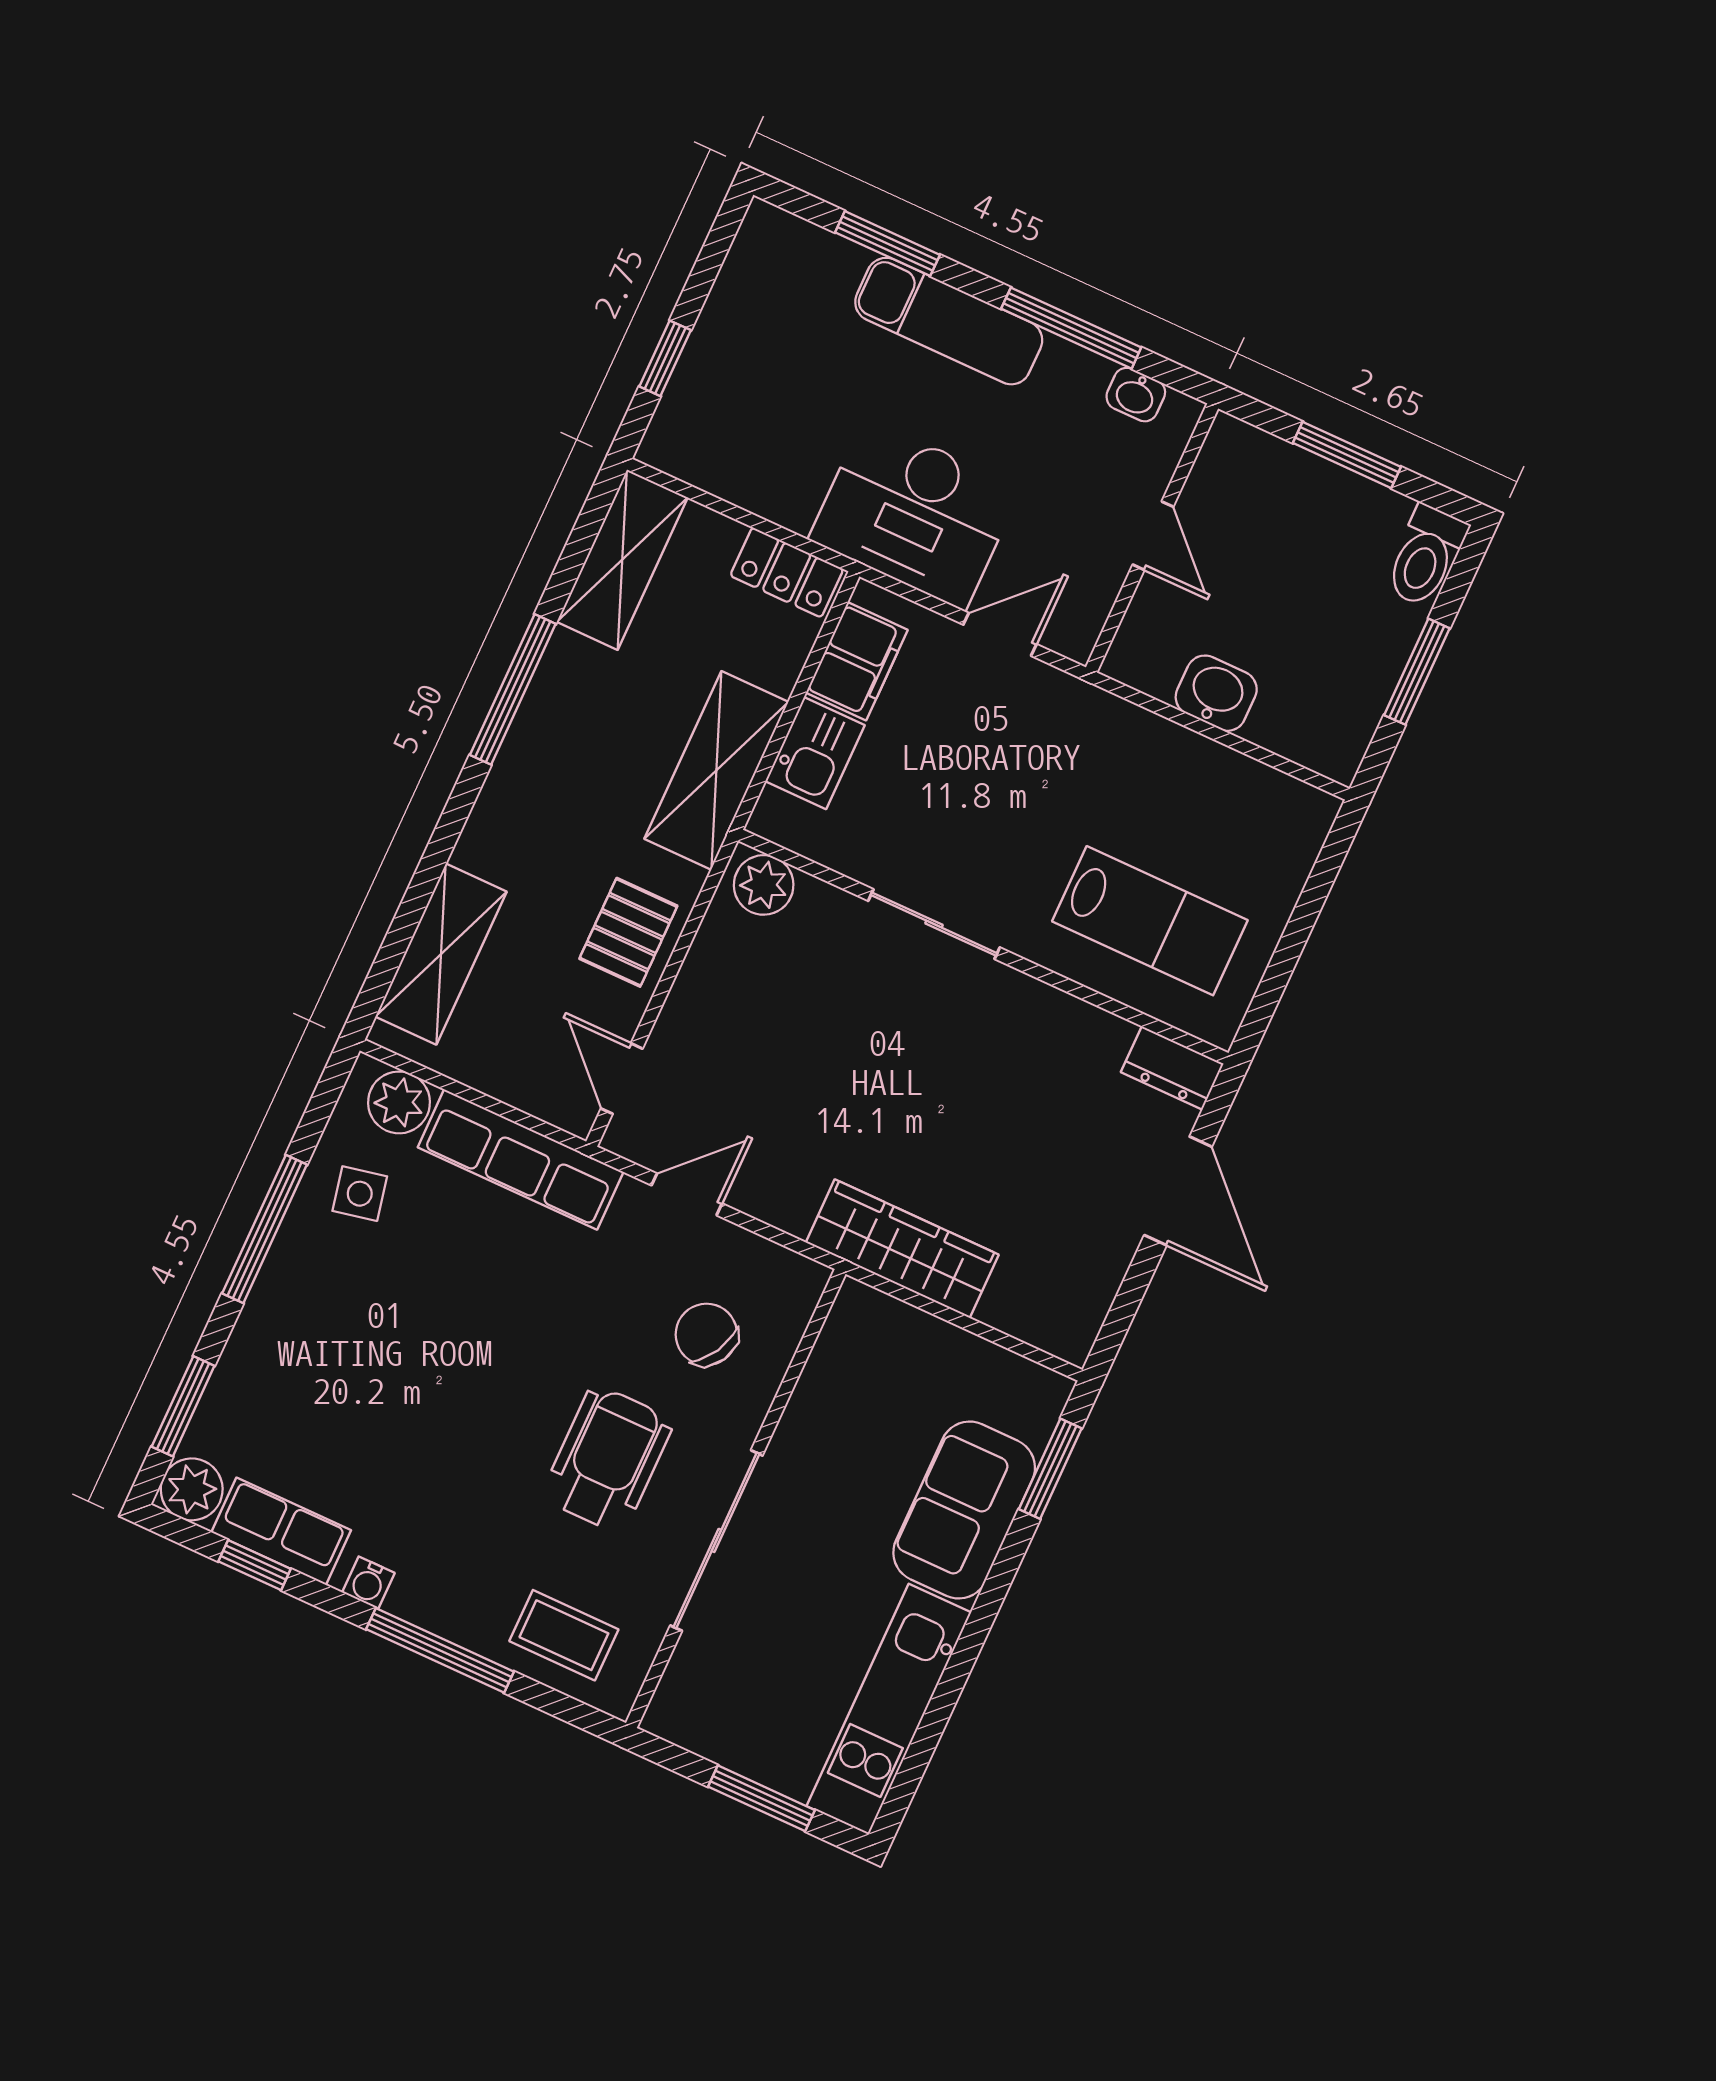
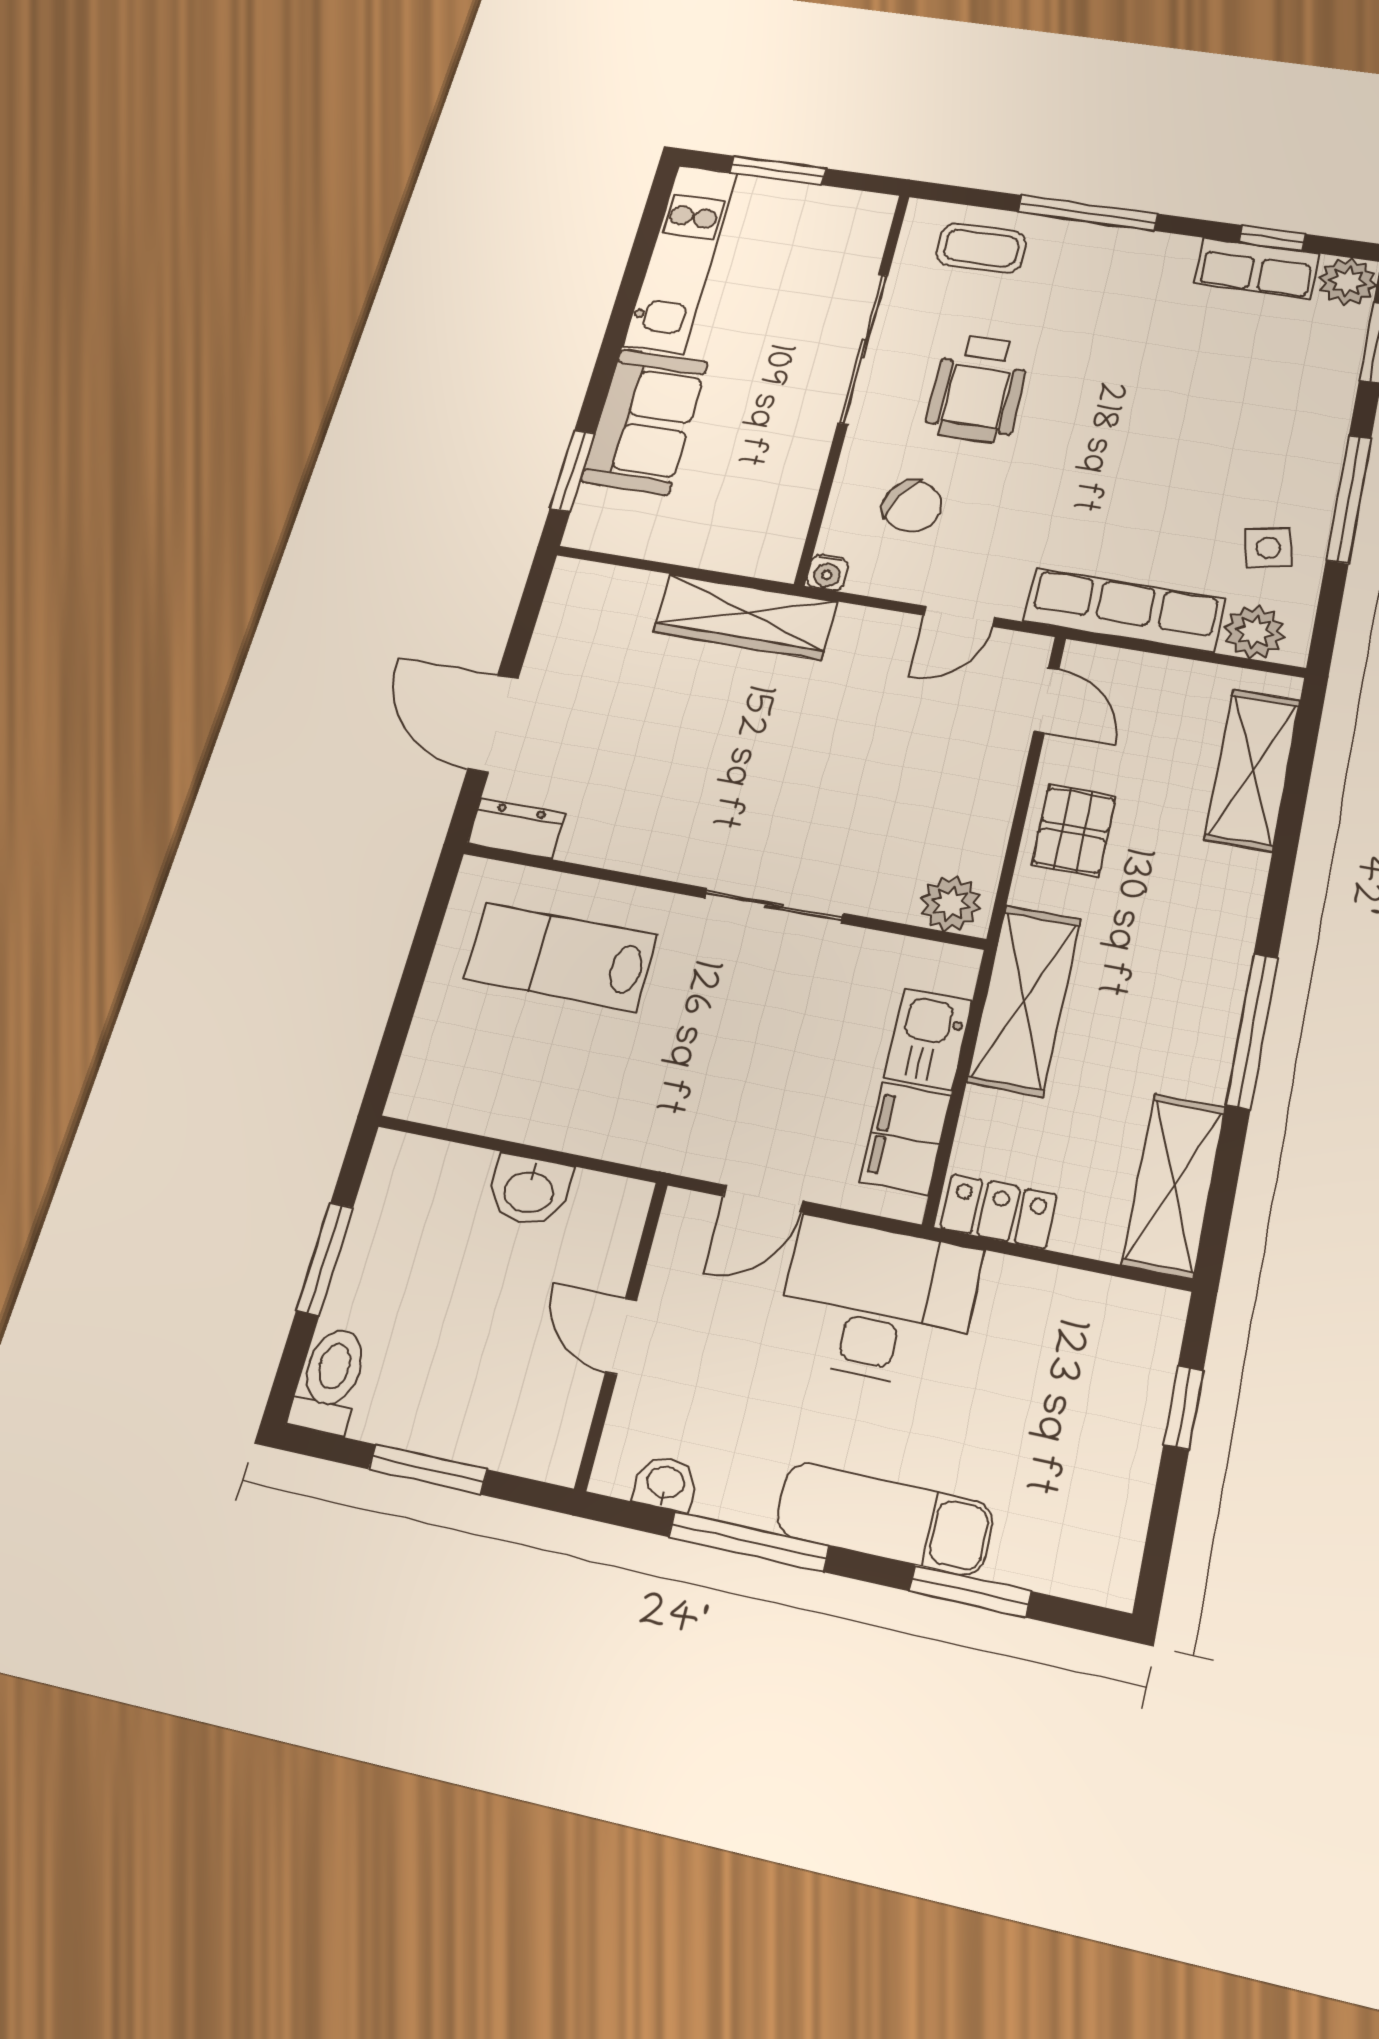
water cooler: (368, 1583) -> (827, 572), moved, turned 180

